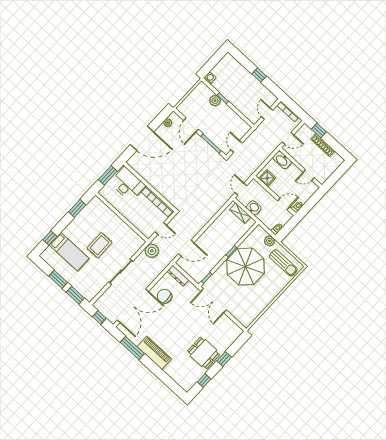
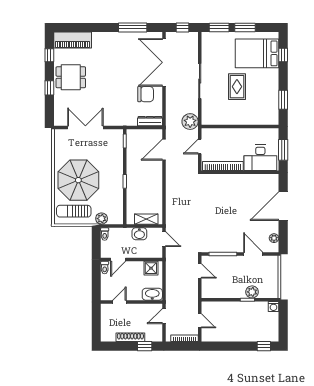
window: (259, 75) -> (264, 346), moved
bed: (69, 252) -> (257, 53), width x1.50
parasol: (245, 267) -> (78, 180), moved
double door: (214, 301) -> (85, 128), moved
piano: (154, 353) -> (73, 40), moved

